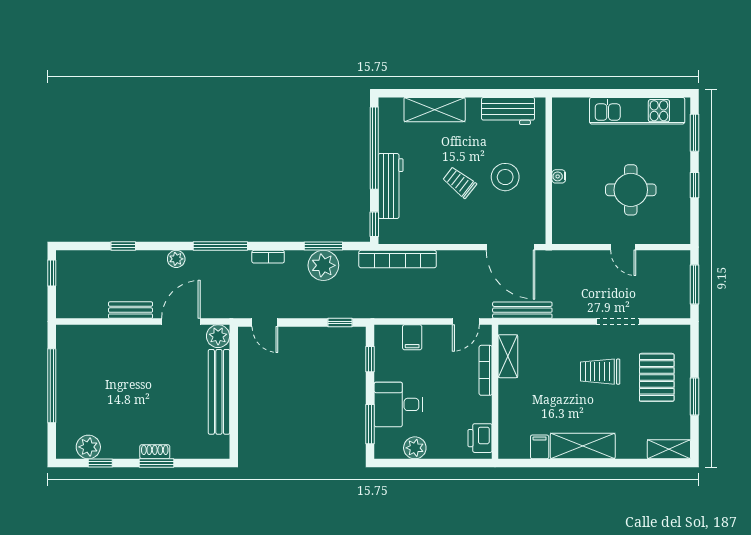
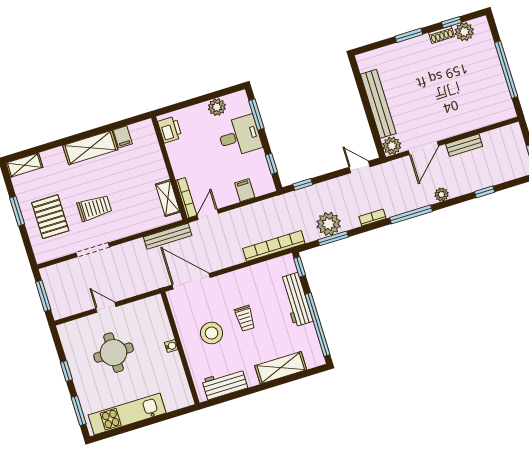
trolley: (459, 182) -> (245, 318), turned 52
bookcase: (486, 370) -> (186, 198), moved
shoe rack: (155, 452) -> (442, 35), moved

